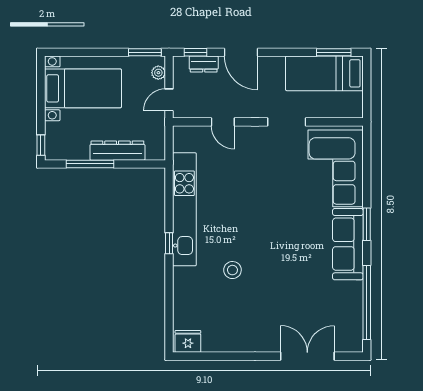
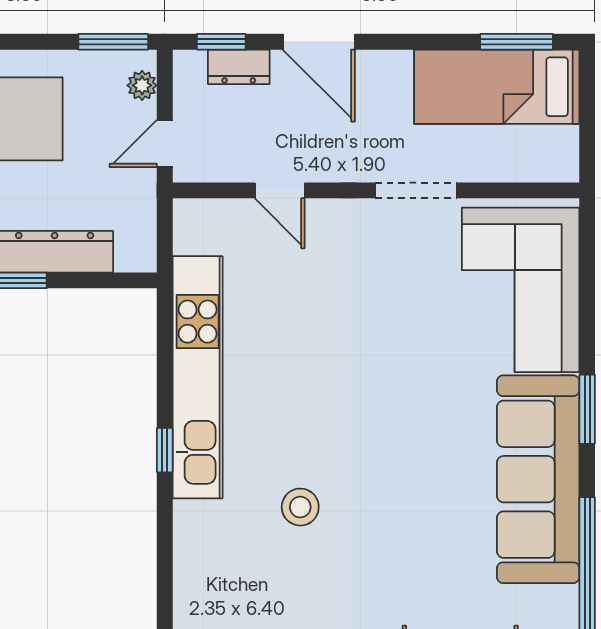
sofa: (348, 244) -> (538, 479), width x1.36, depth x1.27

